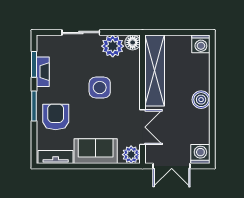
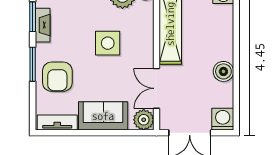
boiler: (201, 100) -> (223, 71), moved
armchair: (56, 117) -> (57, 77), turned 180
double door: (143, 127) -> (157, 88), swing flipped

